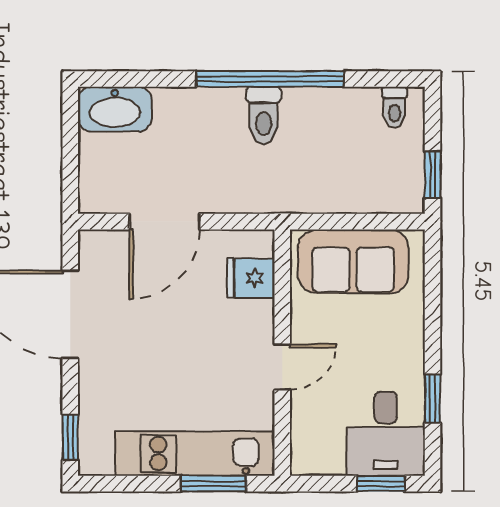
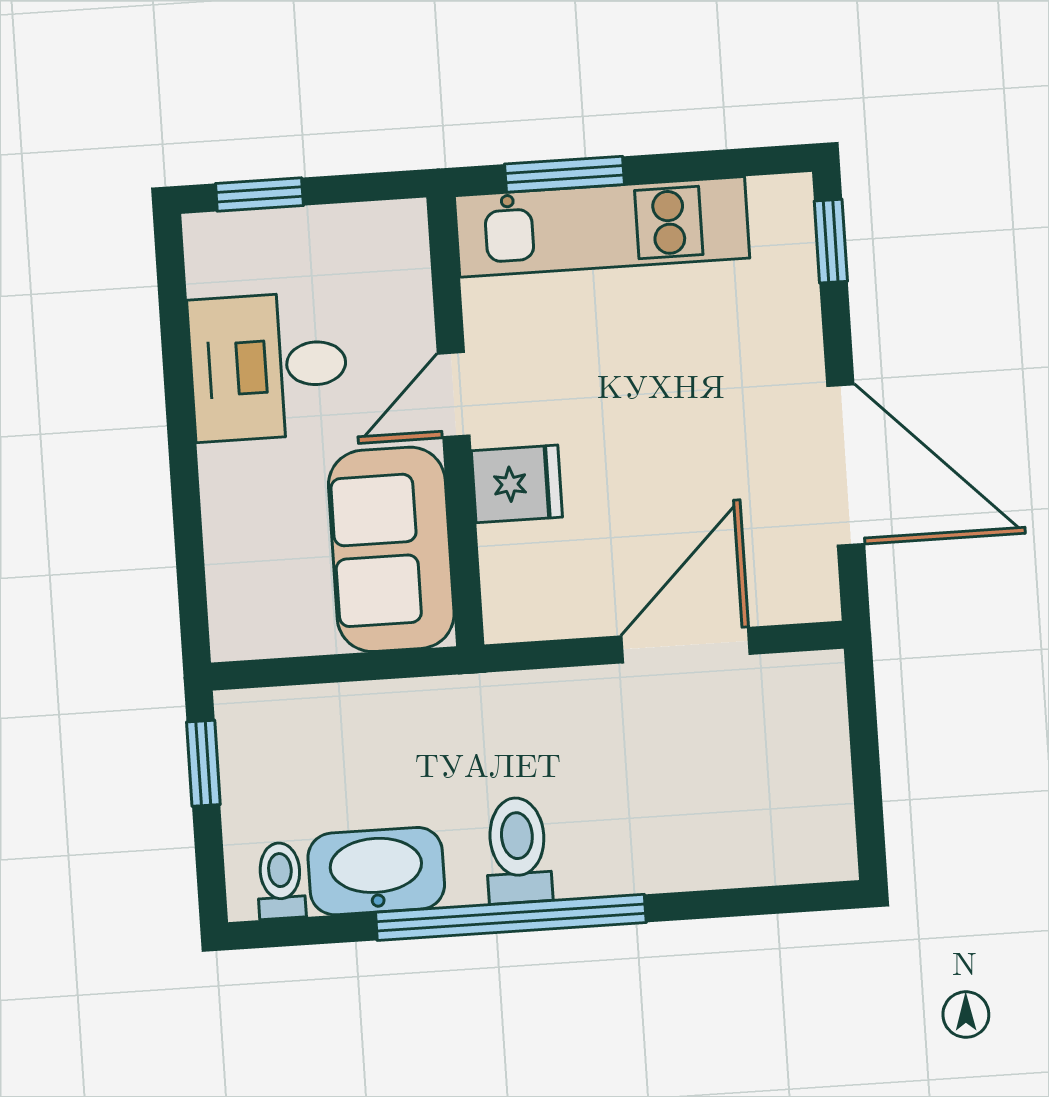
washbasin: (115, 109) -> (376, 871), moved
sofa: (353, 261) -> (391, 549), moved, turned -90
fridge: (251, 278) -> (517, 484), moved
window: (433, 399) -> (176, 355), removed
desk: (386, 434) -> (268, 366), moved, turned -90

